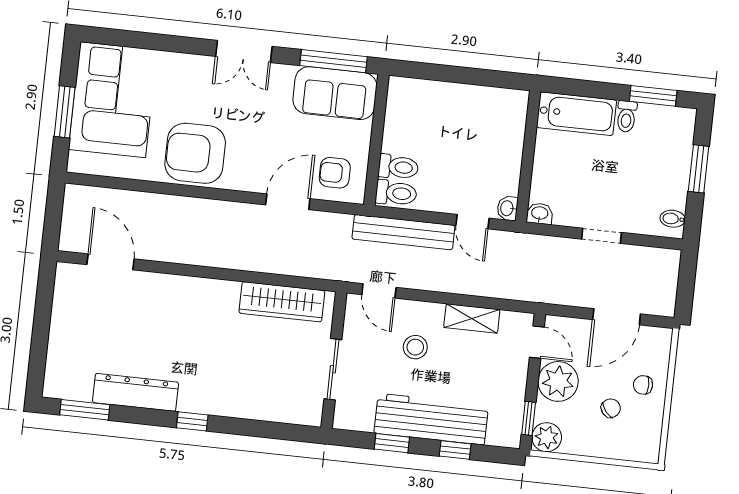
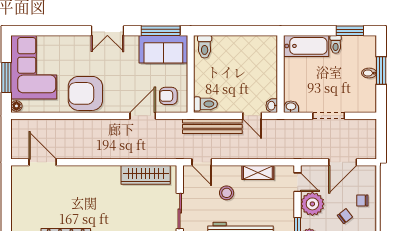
floor lamp: (76, 162) -> (16, 106), added
toilet: (398, 167) -> (205, 47), moved, turned 90
bidet: (673, 219) -> (369, 73), moved
doorway: (602, 236) -> (329, 116), width x1.38

